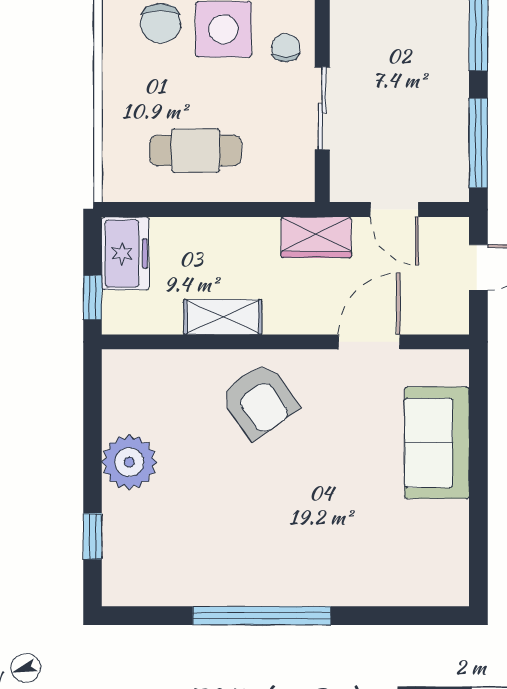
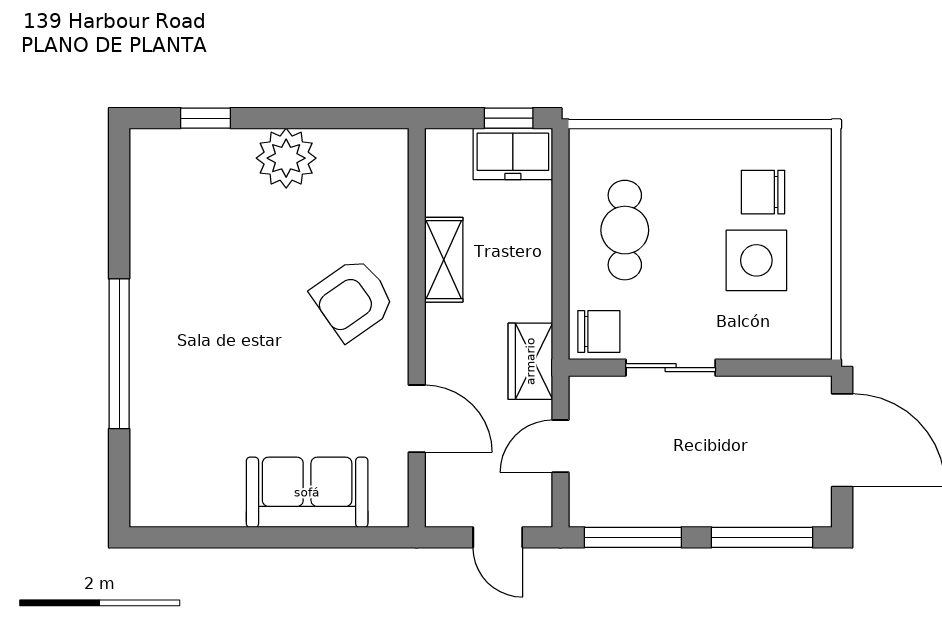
chair: (286, 48) -> (599, 332), moved, width x1.37, depth x1.37
window: (92, 298) -> (509, 118), moved
window: (262, 616) -> (119, 354), moved

